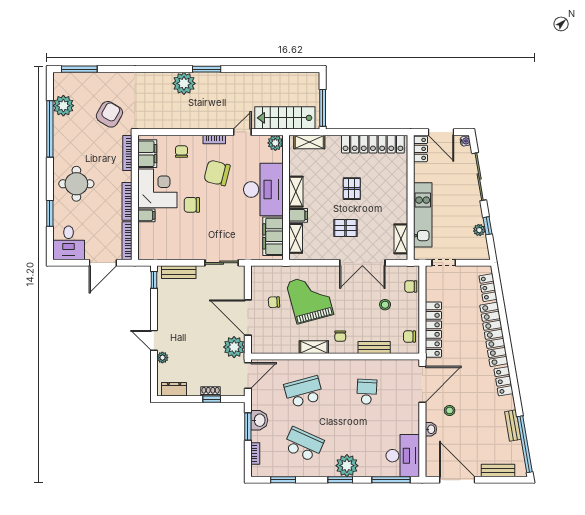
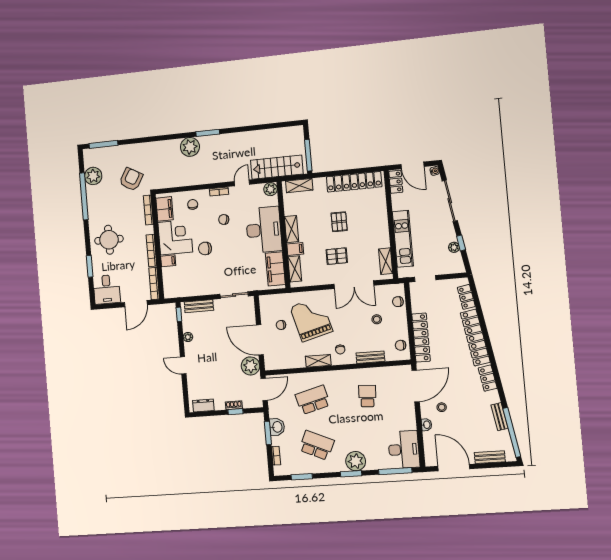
chair: (217, 173) -> (224, 219), width x0.54, depth x0.54
plant: (162, 358) -> (188, 337), moved

